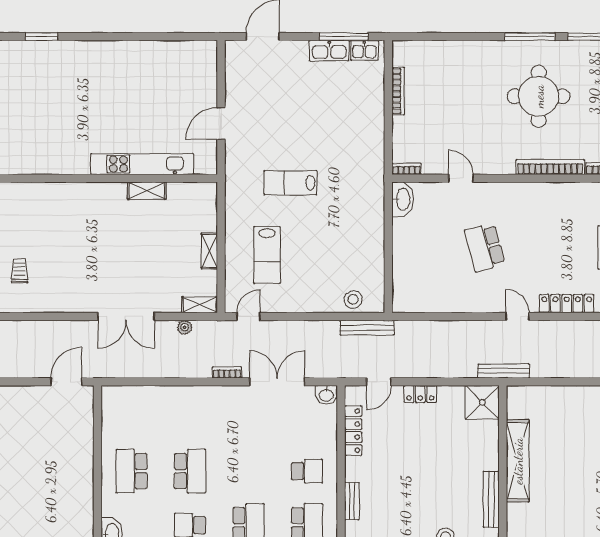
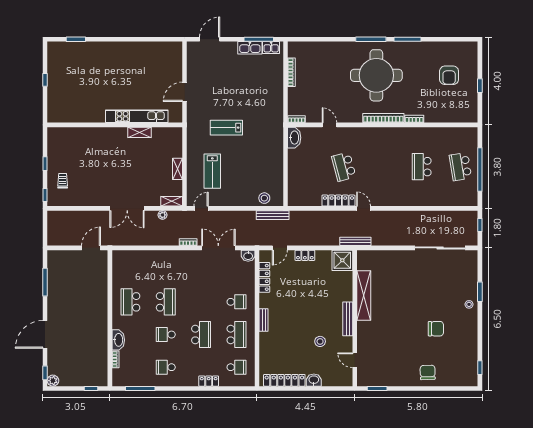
round table: (539, 96) -> (376, 75), width x1.36, depth x1.36
locker: (567, 304) -> (338, 201), moved

